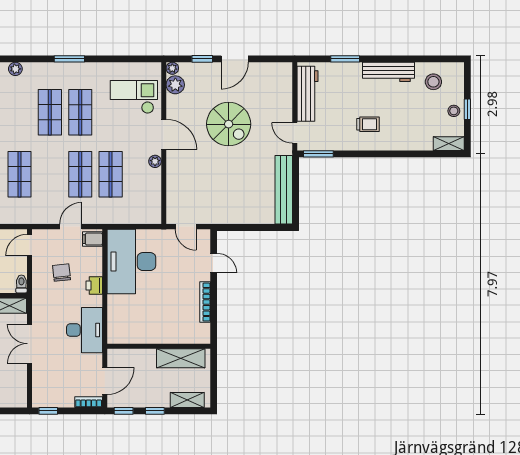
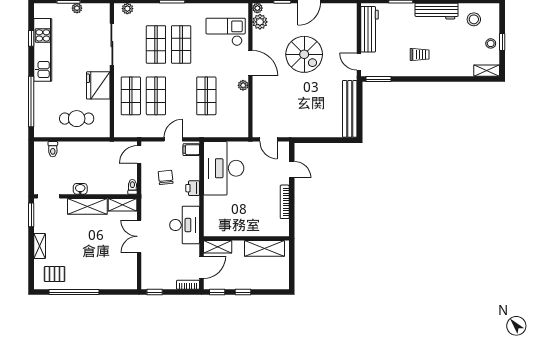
shop shelf: (80, 174) -> (156, 96), moved
shelving: (187, 400) -> (218, 247), moved

